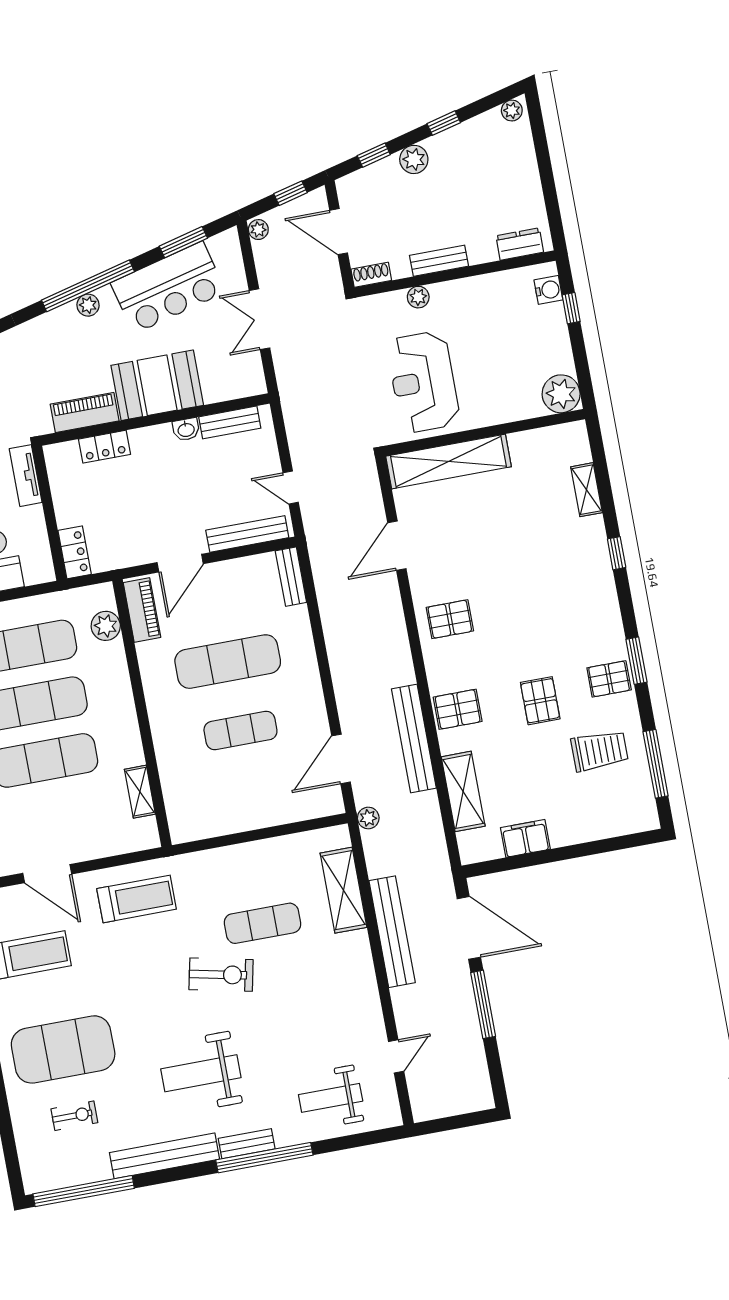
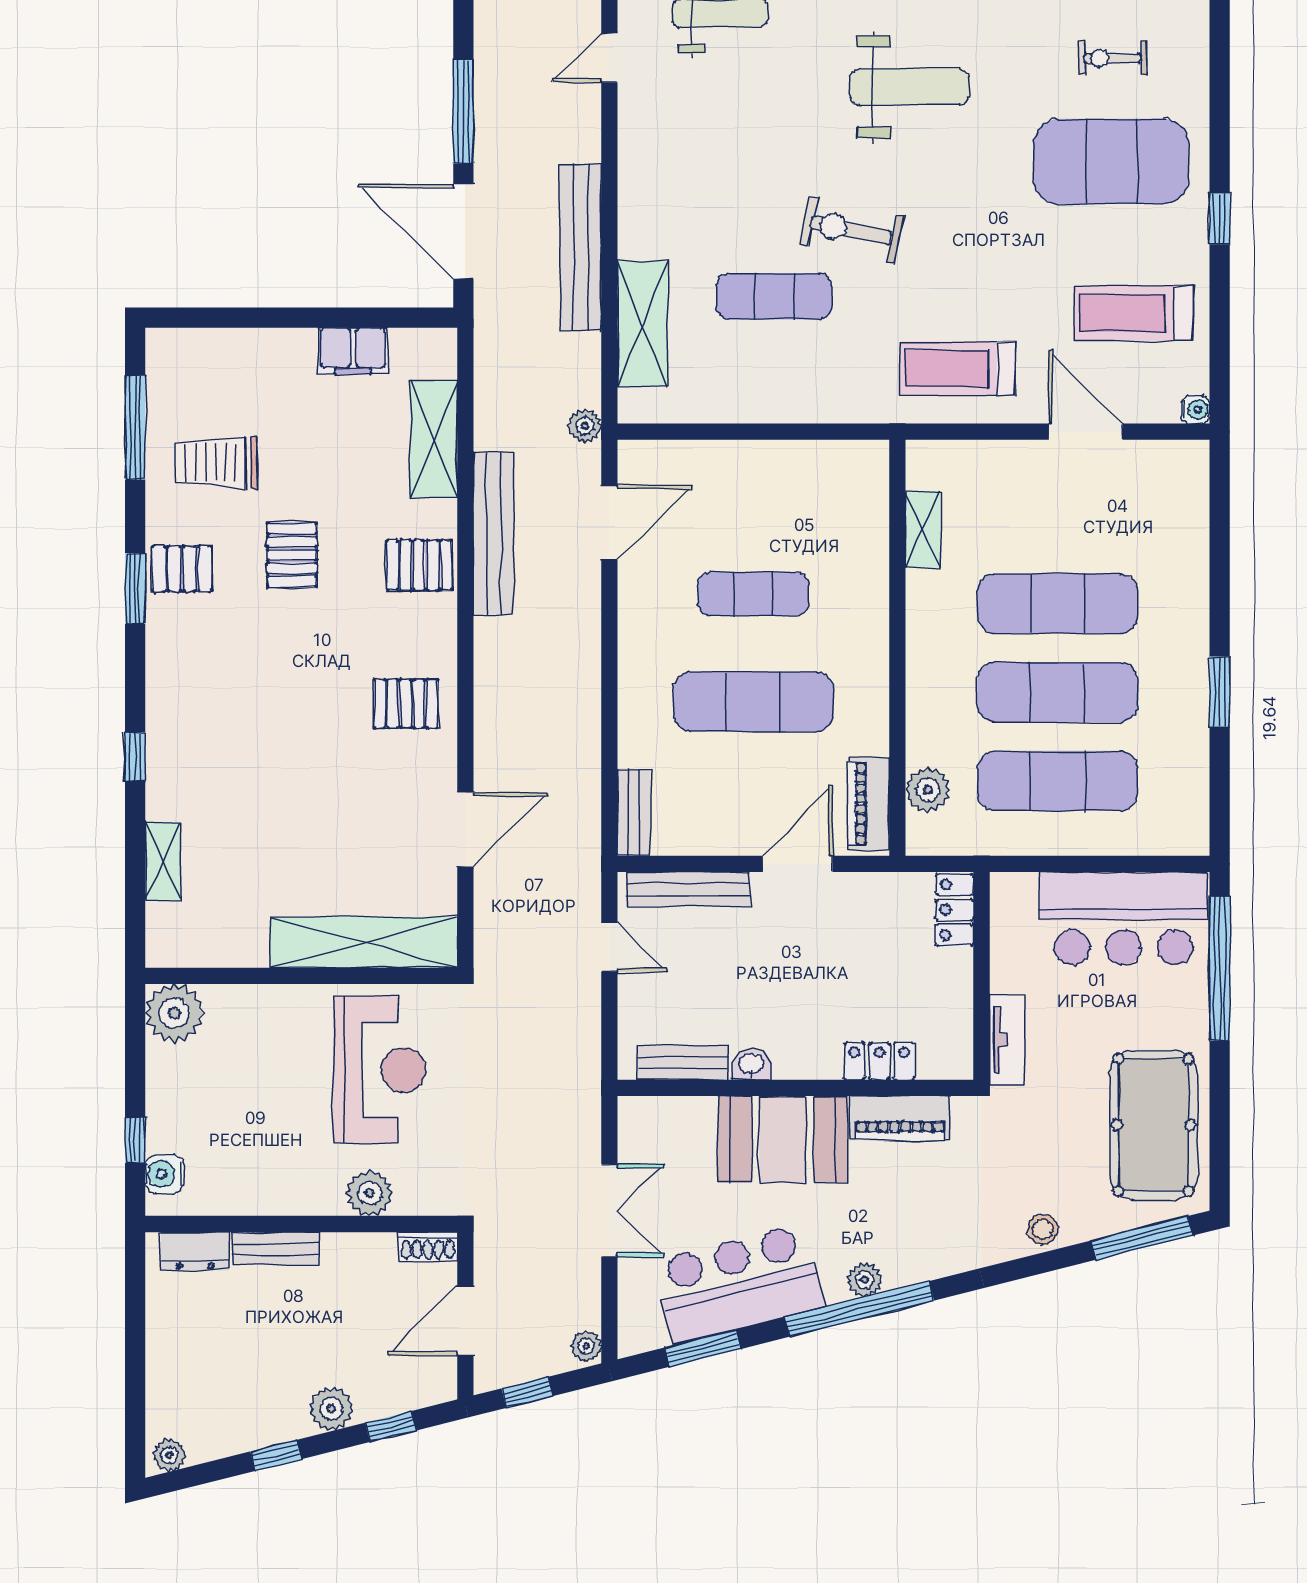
door: (339, 232) -> (465, 1321), swing flipped
bench: (439, 261) -> (275, 1248), moved
plant: (418, 297) -> (370, 1193), width x1.38, depth x1.38

